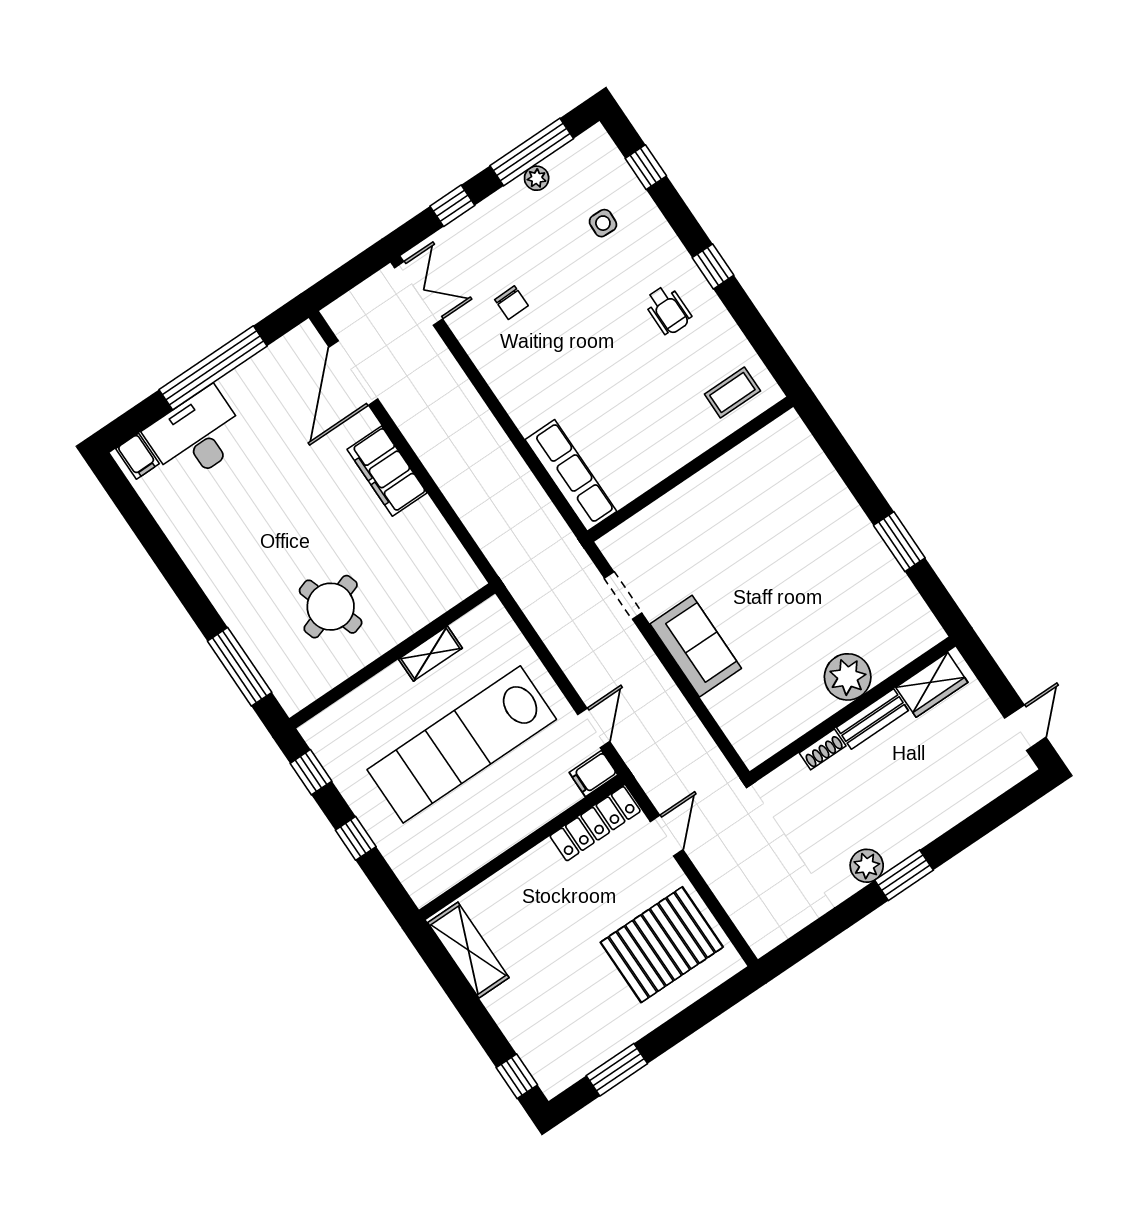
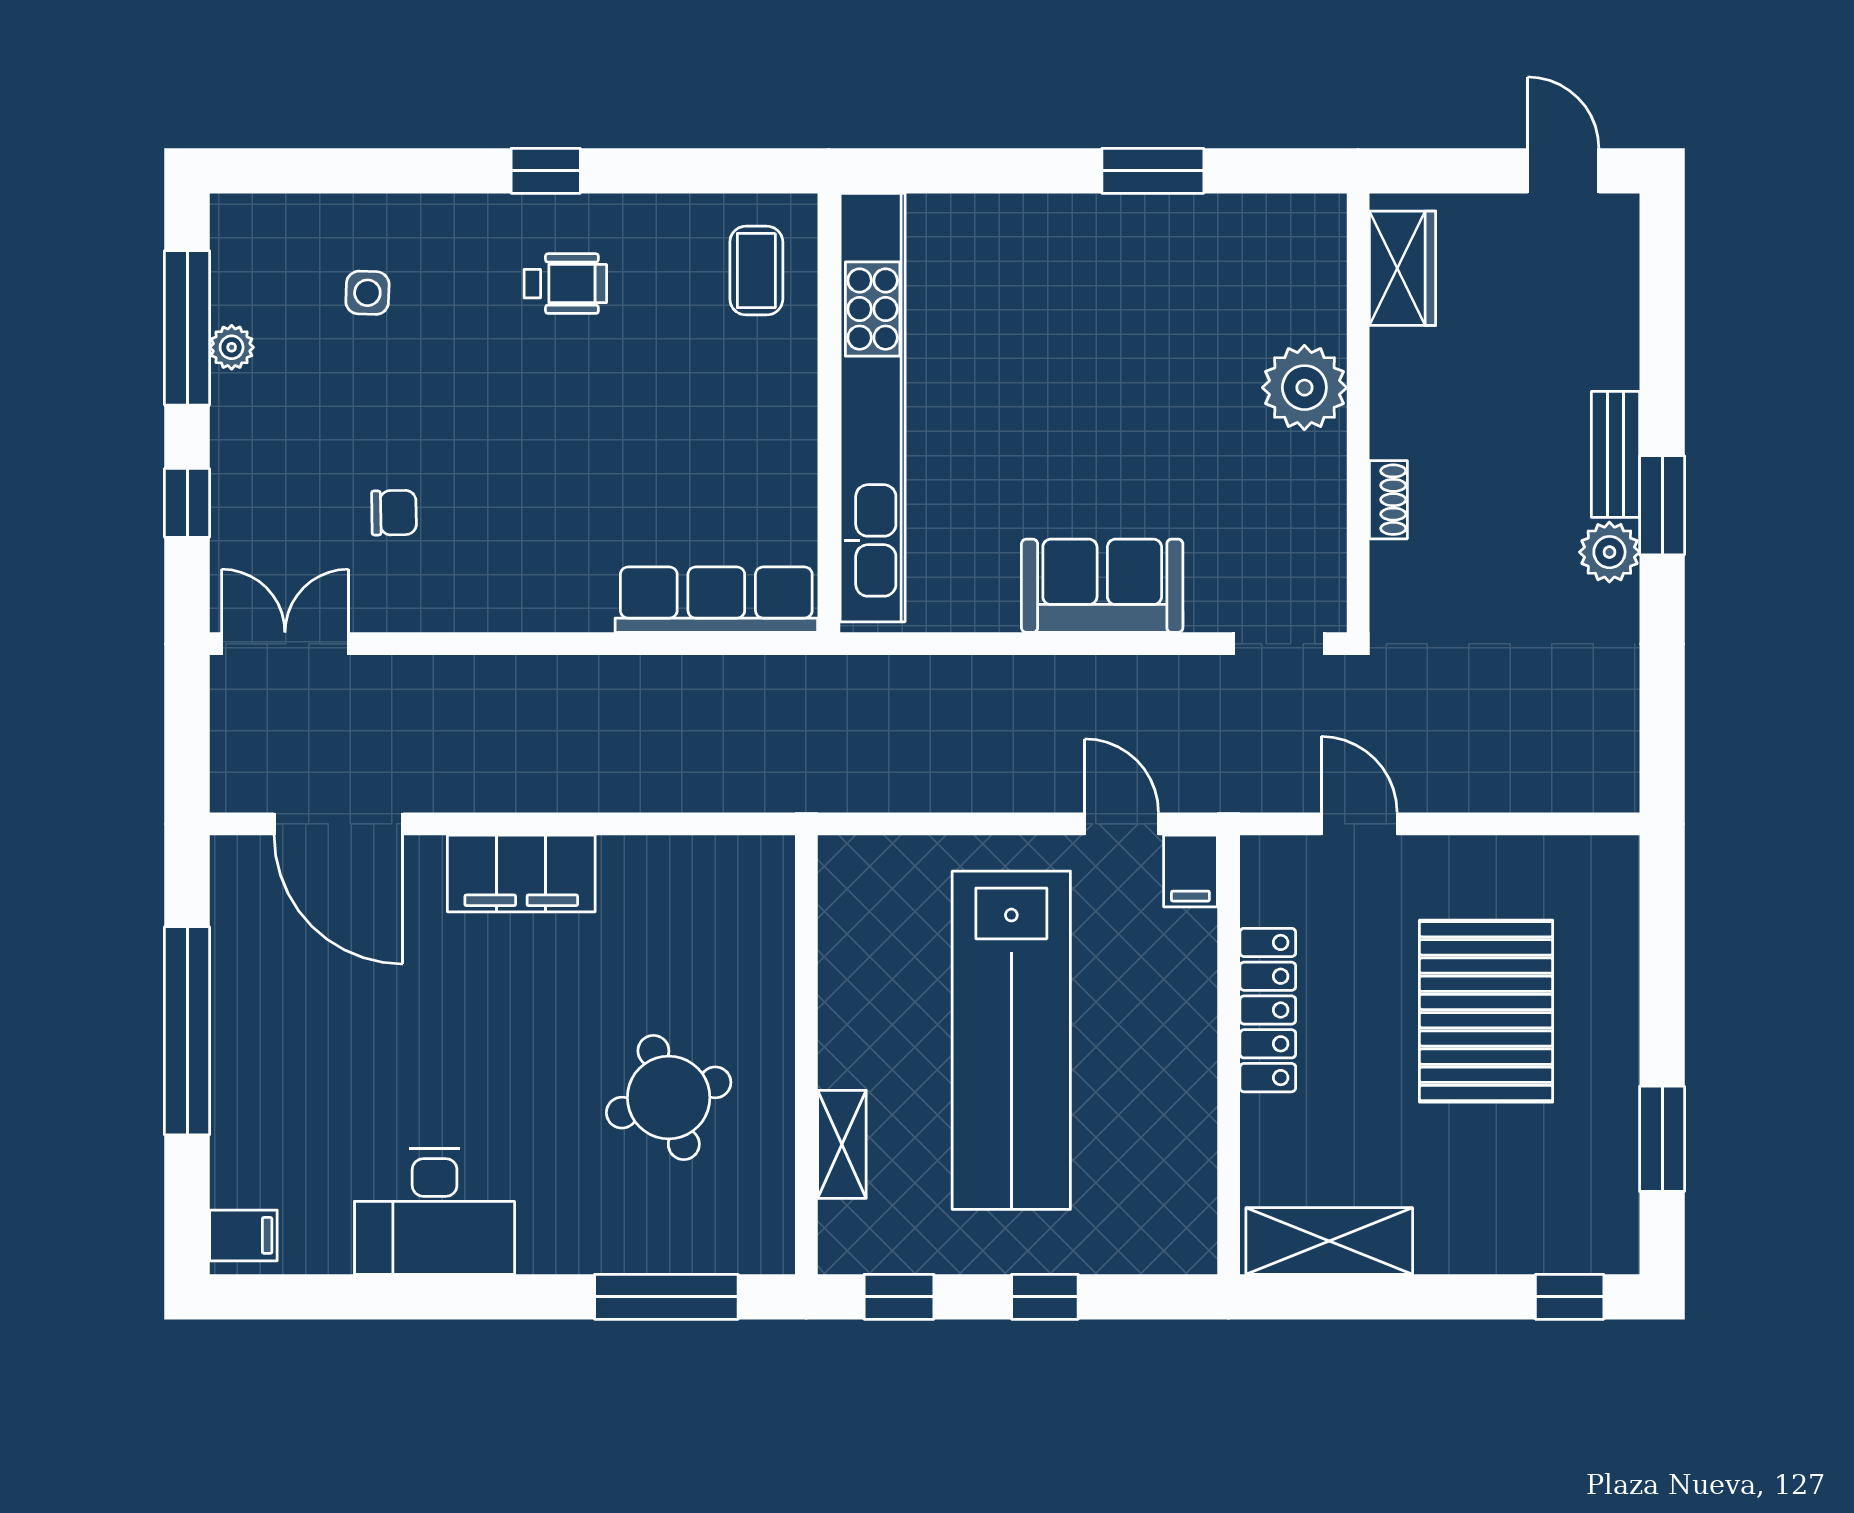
window: (646, 167) -> (327, 171), removed
desk: (196, 436) -> (435, 1211), moved, turned -90
kitchen unit: (706, 487) -> (873, 408), added
doorway: (623, 595) -> (1279, 644), moved
shelving: (430, 654) -> (842, 1144), moved
bench: (872, 719) -> (1615, 454), moved
locker: (595, 824) -> (1268, 1010), moved
pallet: (662, 945) -> (1486, 1011), moved

